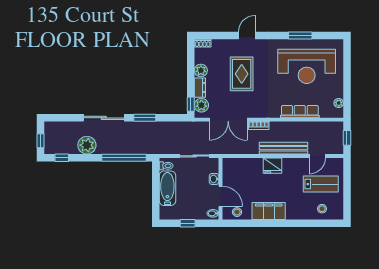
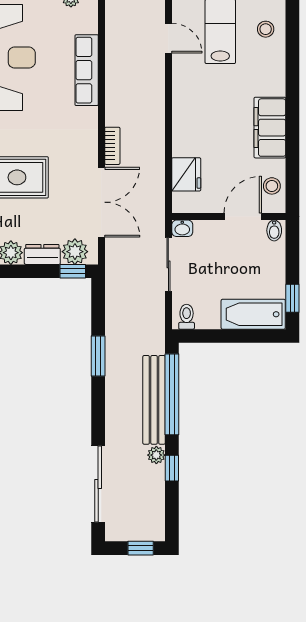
sliding door: (104, 118) -> (98, 484), moved
plant: (87, 145) -> (156, 455), width x0.53, depth x0.53
bench: (284, 148) -> (154, 400), moved
window: (62, 158) -> (172, 468), moved
fridge: (273, 166) -> (186, 174), moved
washbasin: (214, 179) -> (182, 228), moved
bathtub: (167, 188) -> (253, 314), moved
window: (188, 223) -> (292, 298), moved

